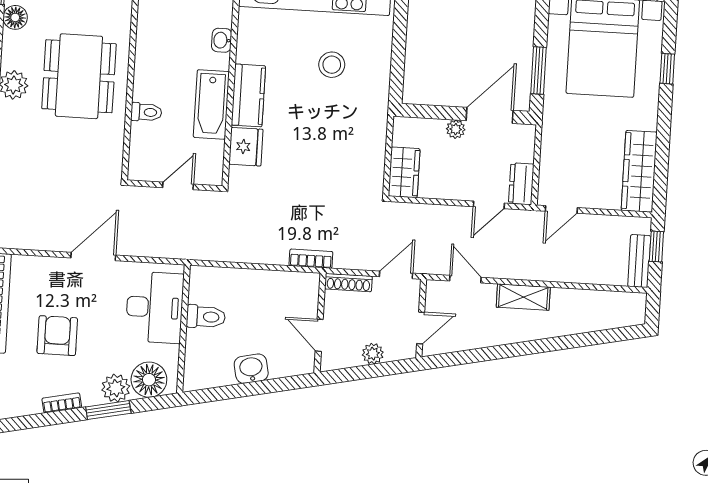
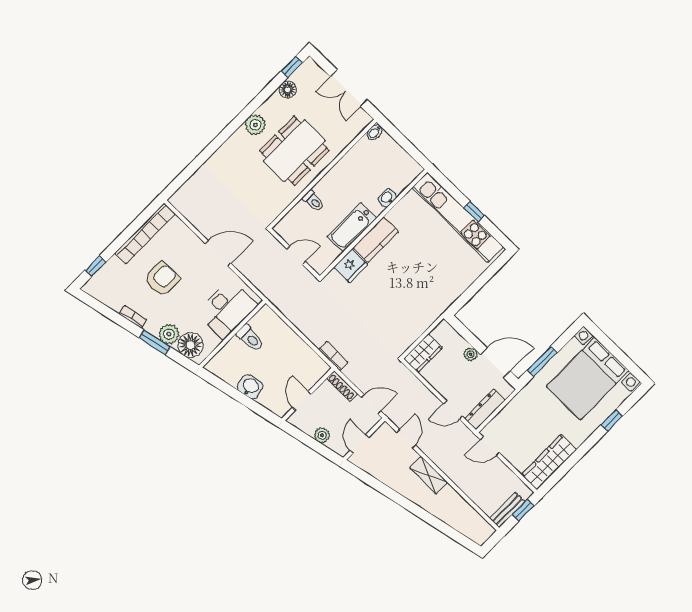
stool: (332, 65) -> (435, 262), removed
dresser: (521, 184) -> (485, 409), width x1.44
door: (421, 328) -> (359, 444), swing flipped

